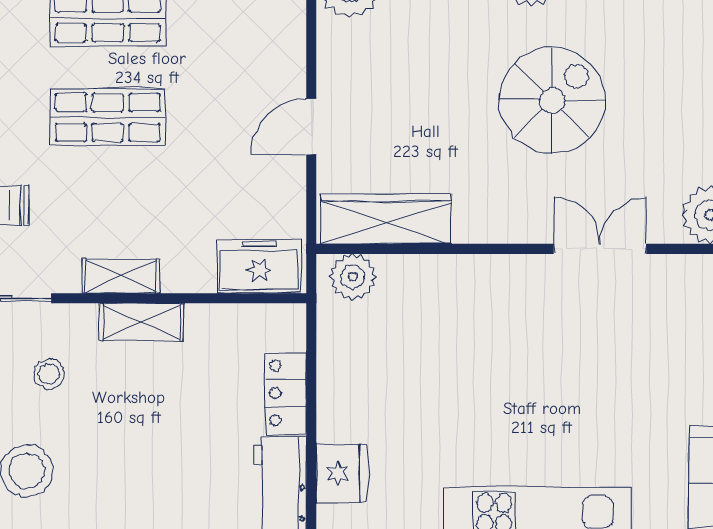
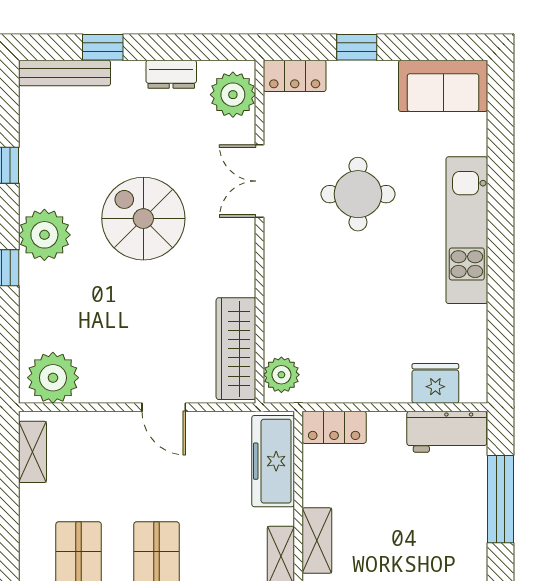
freezer: (259, 266) -> (273, 461), width x1.40
round table: (583, 375) -> (358, 194), added
locker: (286, 393) -> (334, 427), moved

